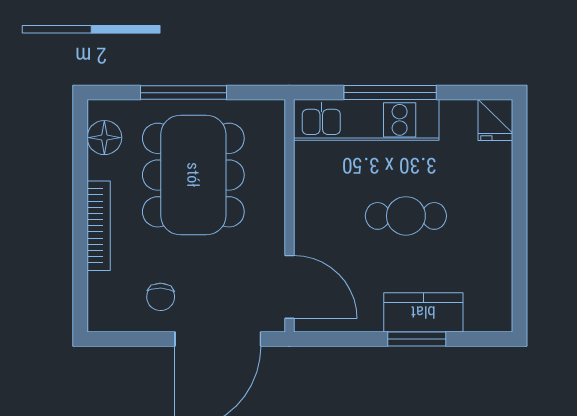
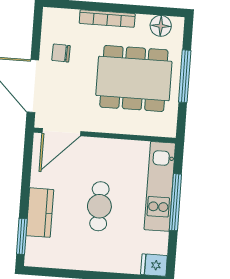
window: (417, 339) -> (22, 236), moved

